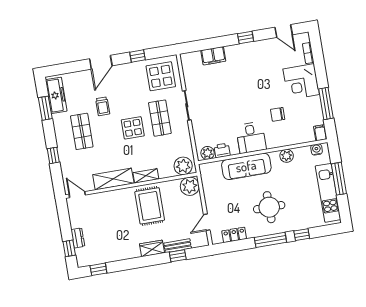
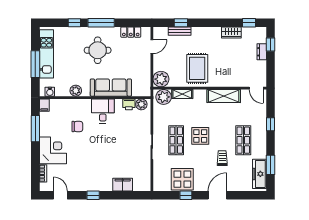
display table: (161, 76) -> (182, 179), moved
shelving: (146, 176) -> (182, 94), moved
wardrobe: (152, 248) -> (231, 33), moved

